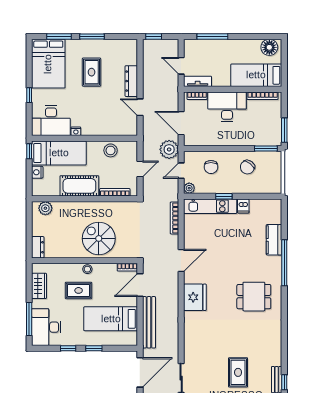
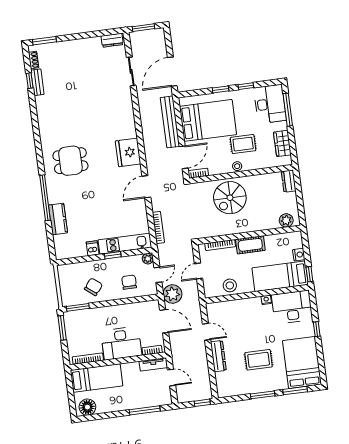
rug: (92, 72) -> (259, 360), turned 90
cot: (79, 186) -> (250, 245), width x0.73, depth x0.75
spiral stairs: (99, 238) -> (230, 198), turned 90
bed: (111, 319) -> (208, 120), width x1.50
rug: (238, 372) -> (76, 84), removed

